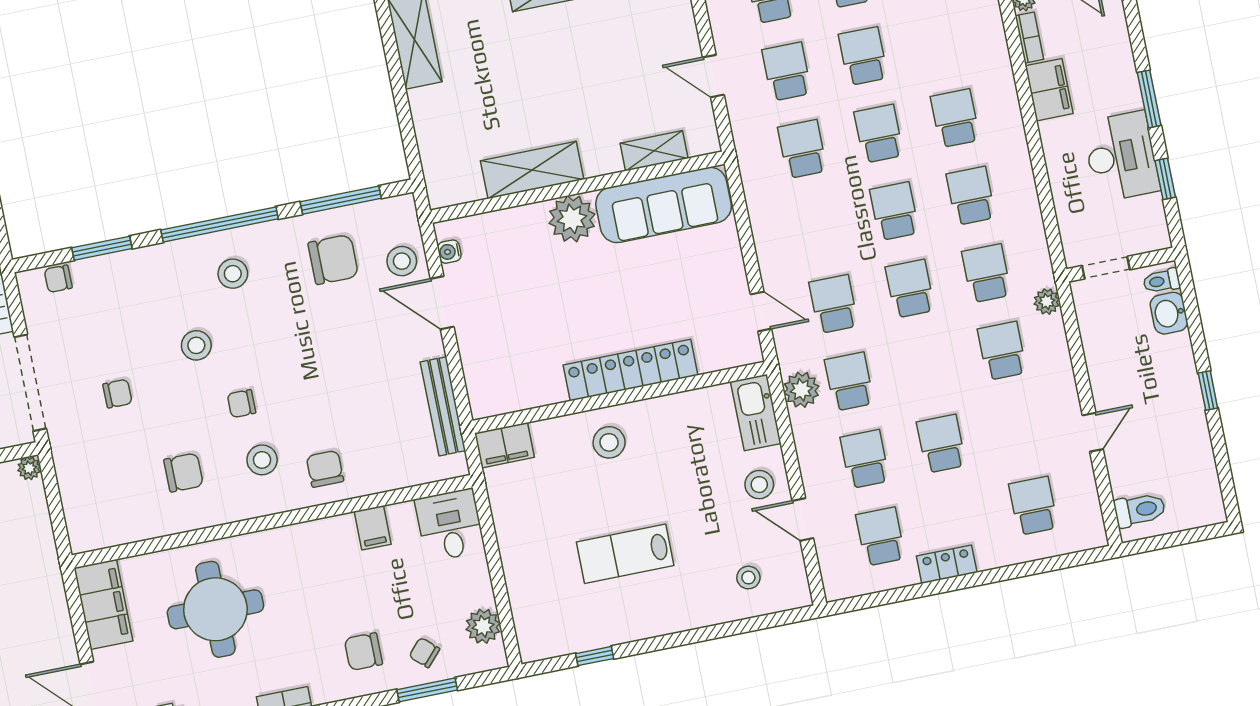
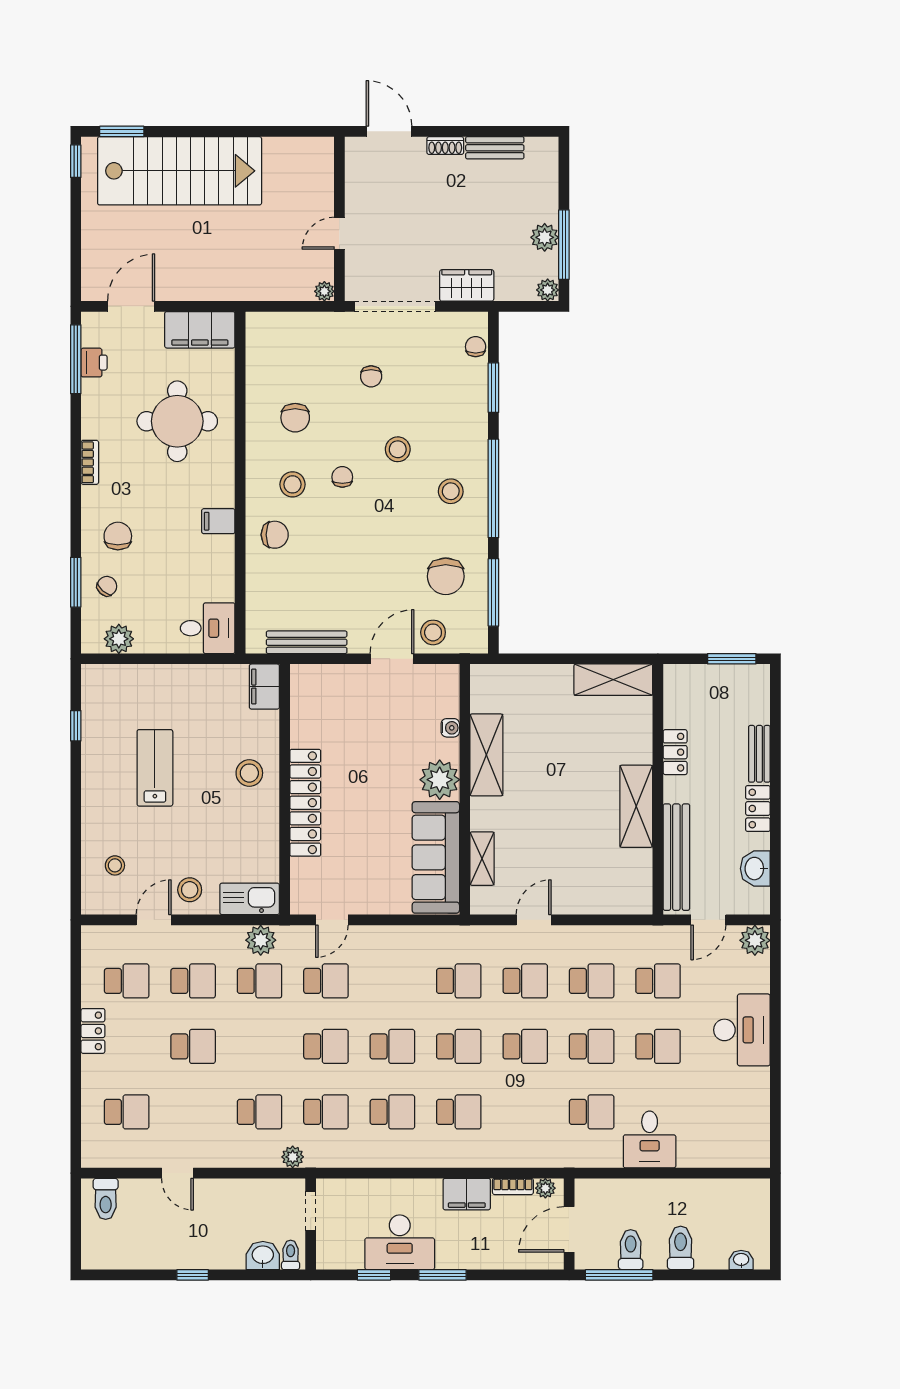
water cooler: (449, 252) -> (450, 728), moved, turned 90
filing cabinet: (373, 528) -> (218, 521), moved

